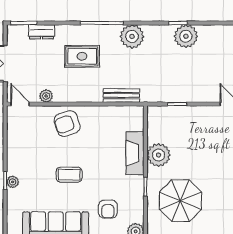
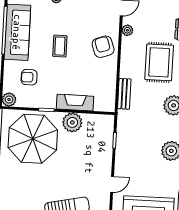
rug: (82, 56) -> (159, 62), width x1.36, depth x1.43
parasol: (180, 201) -> (33, 139), width x1.36, depth x1.36

